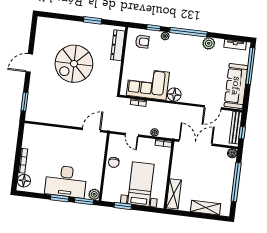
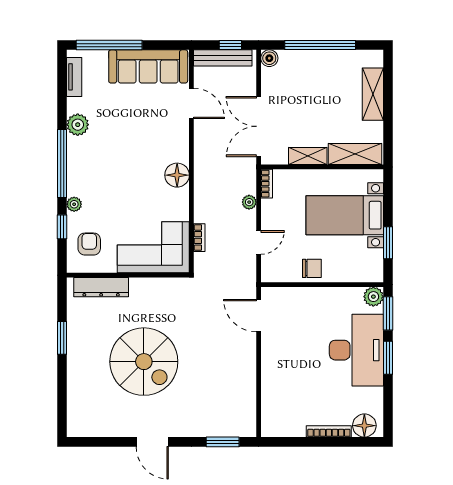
corner sofa: (148, 84) -> (153, 247), moved, turned 90
shelving: (176, 168) -> (308, 156), added

